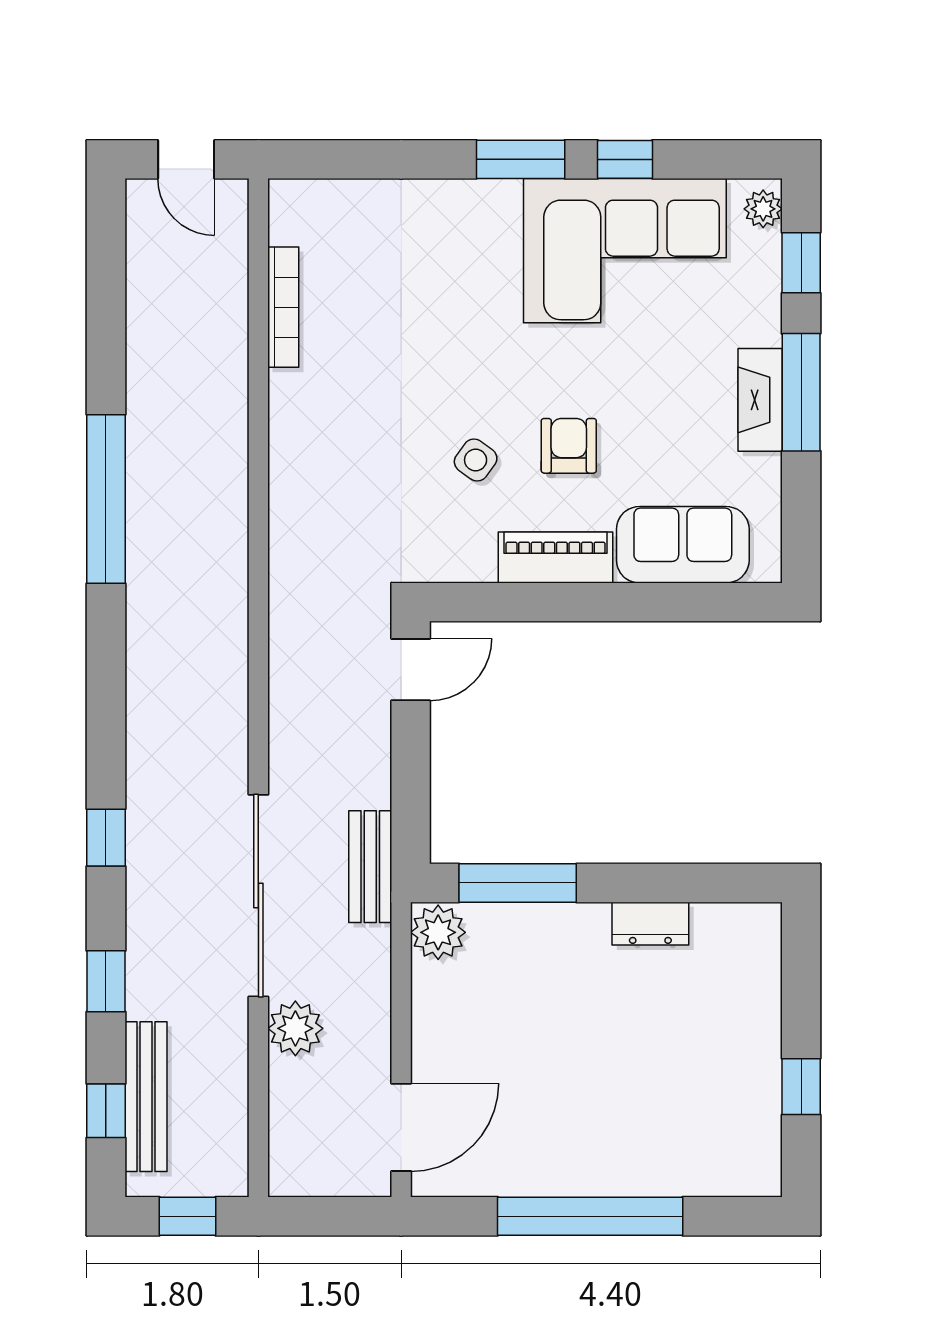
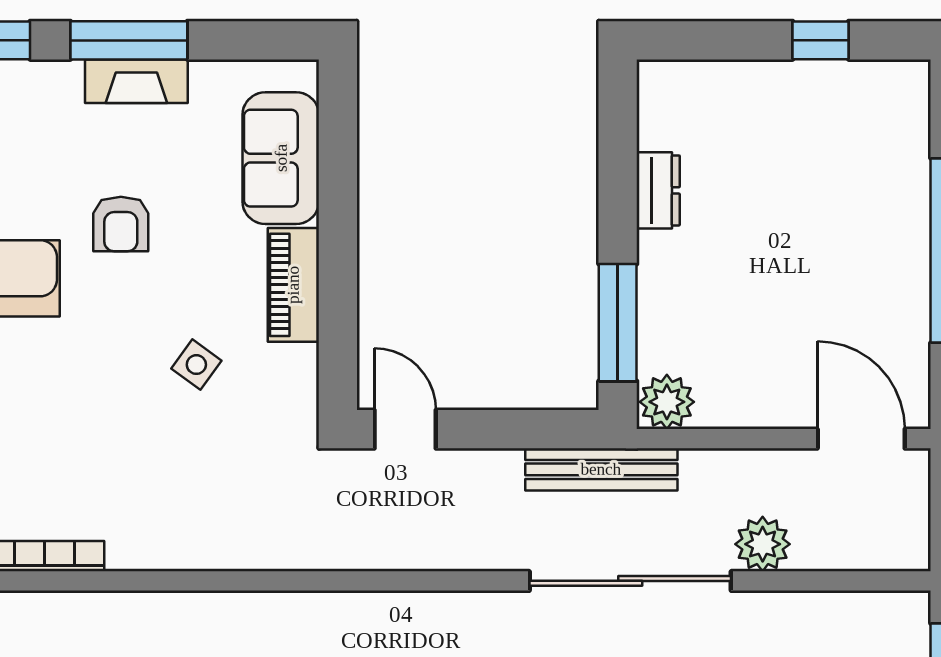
armchair: (569, 446) -> (121, 224), moved, turned -90
bench: (370, 867) -> (601, 469), width x1.36

